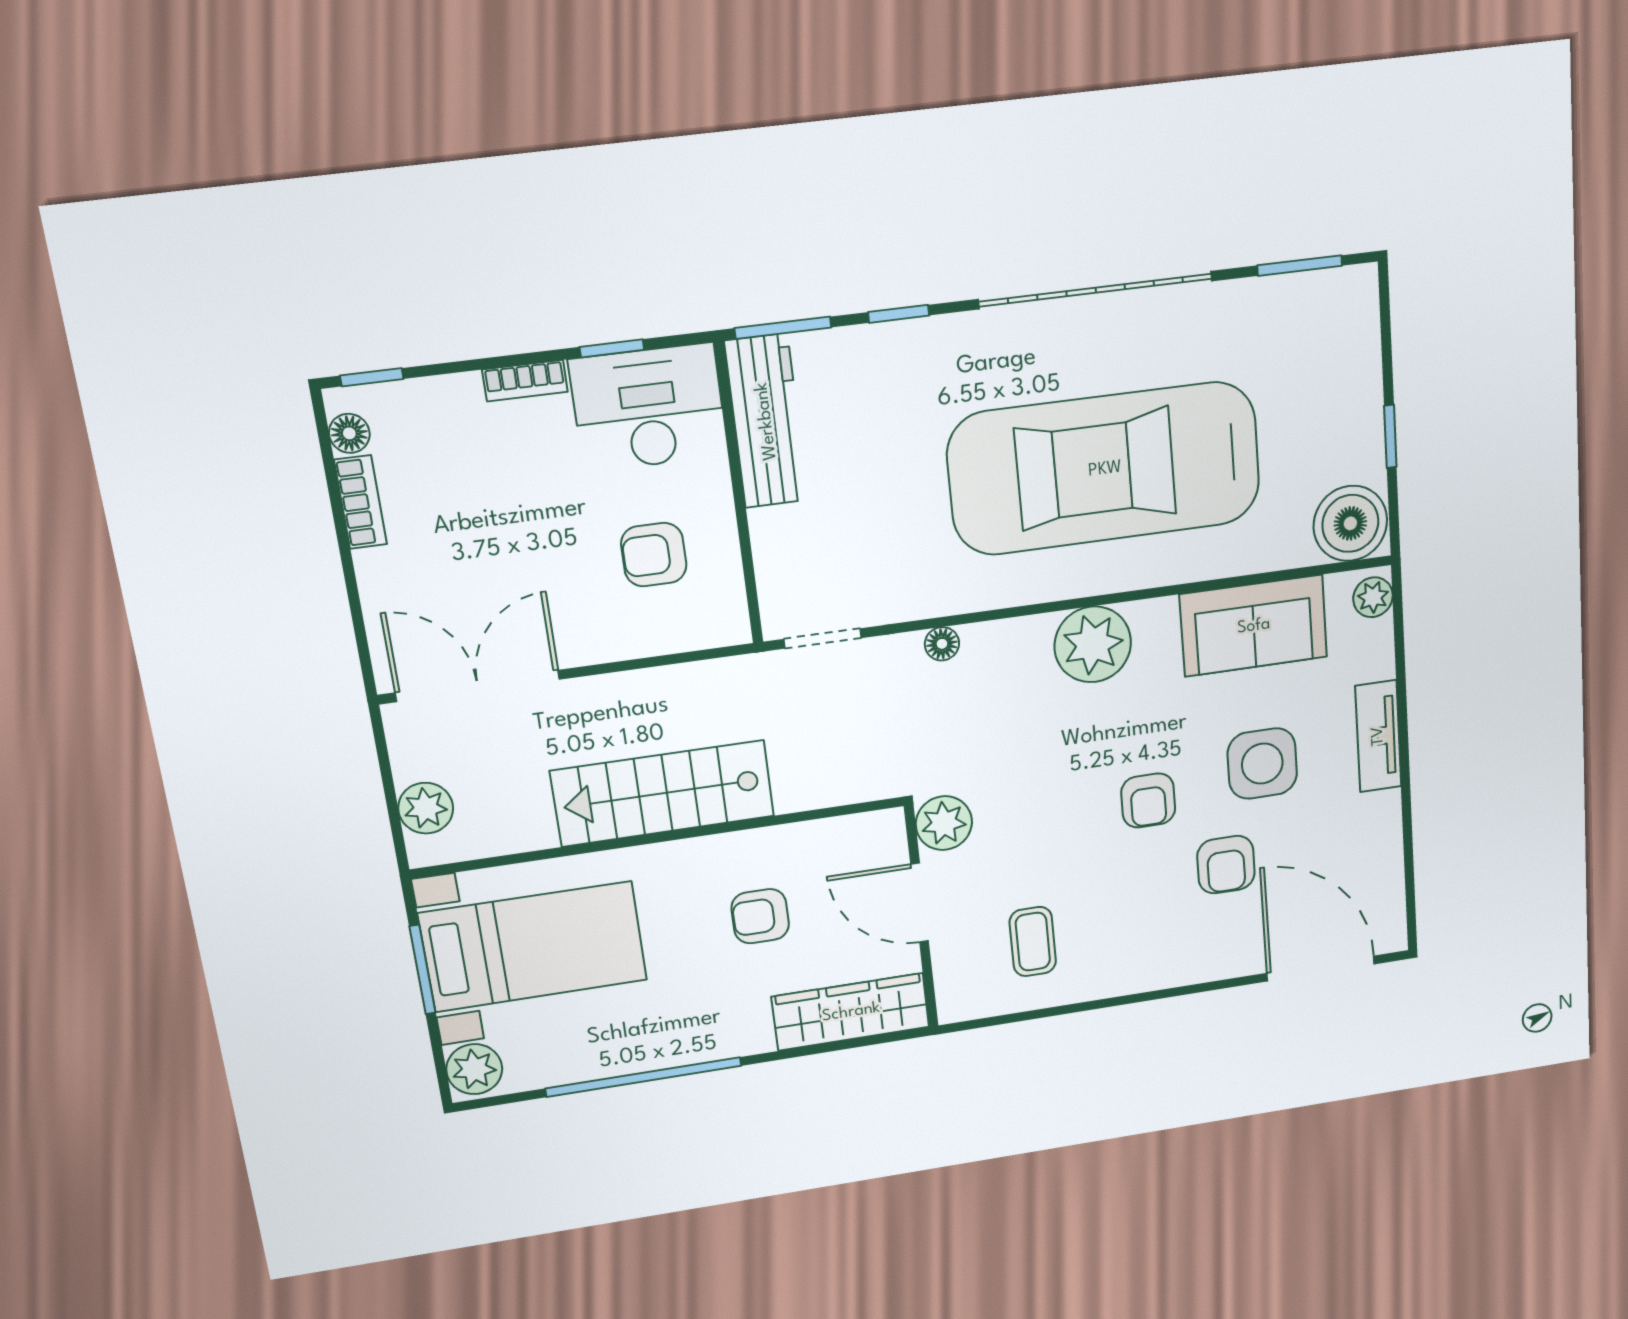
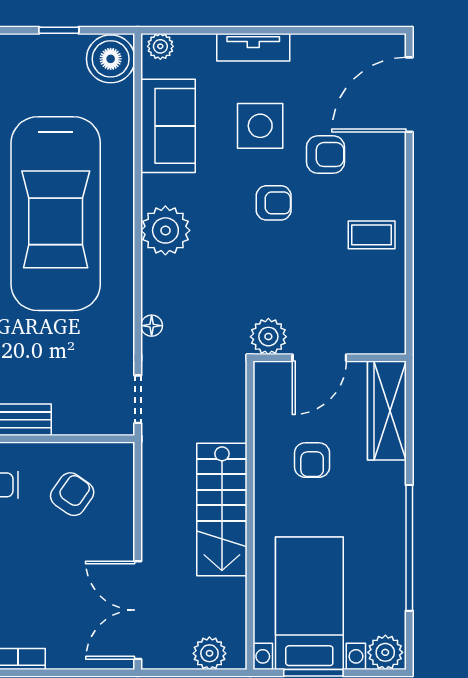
armchair: (654, 555) -> (72, 494), turned -145
coffee table: (1033, 942) -> (372, 235), moved

